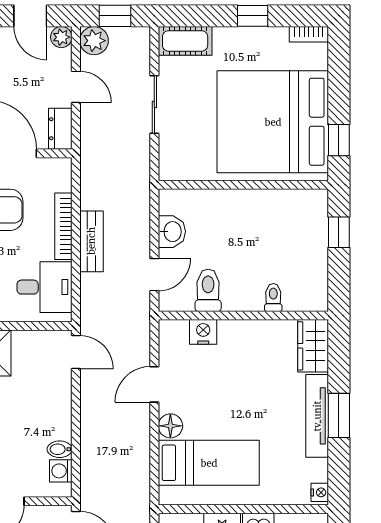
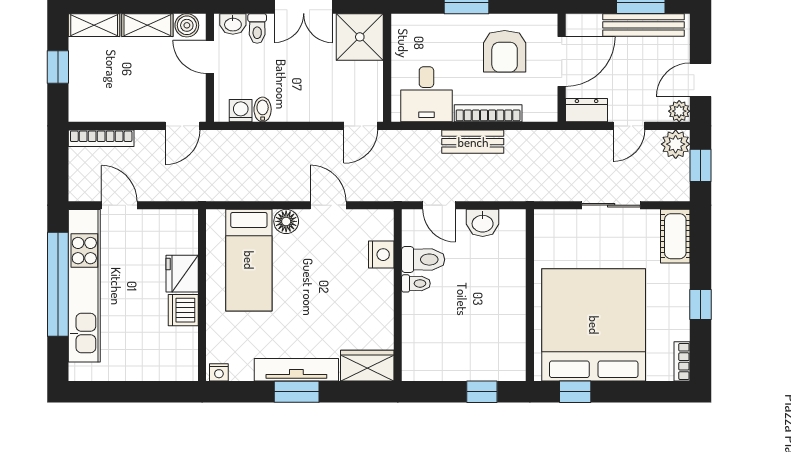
toilet: (273, 298) -> (416, 283), moved

